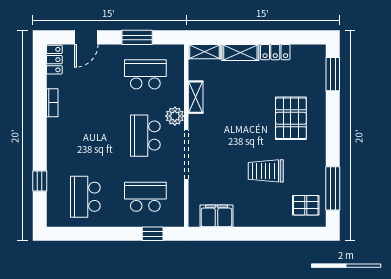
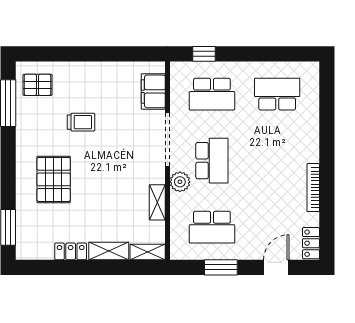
bookcase: (52, 103) -> (313, 188), width x1.56
trolley: (266, 171) -> (81, 122), width x0.73, depth x0.72
window: (40, 181) -> (327, 111), removed
school desk: (85, 197) -> (277, 94), turned -90
filing cabinet: (216, 216) -> (153, 91), moved, turned 90

